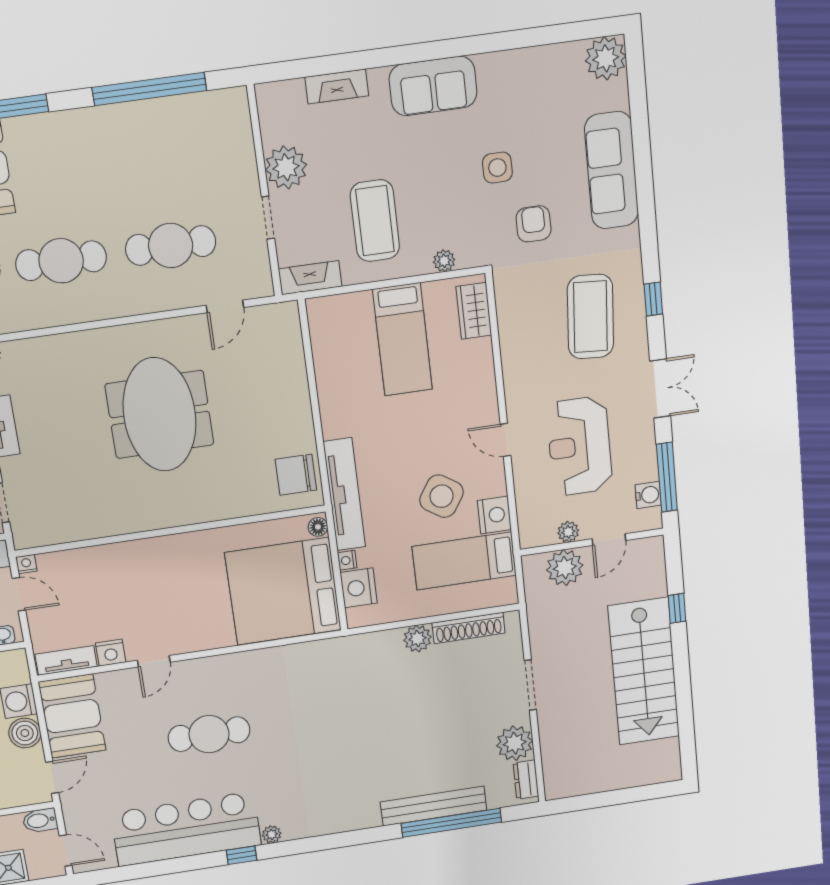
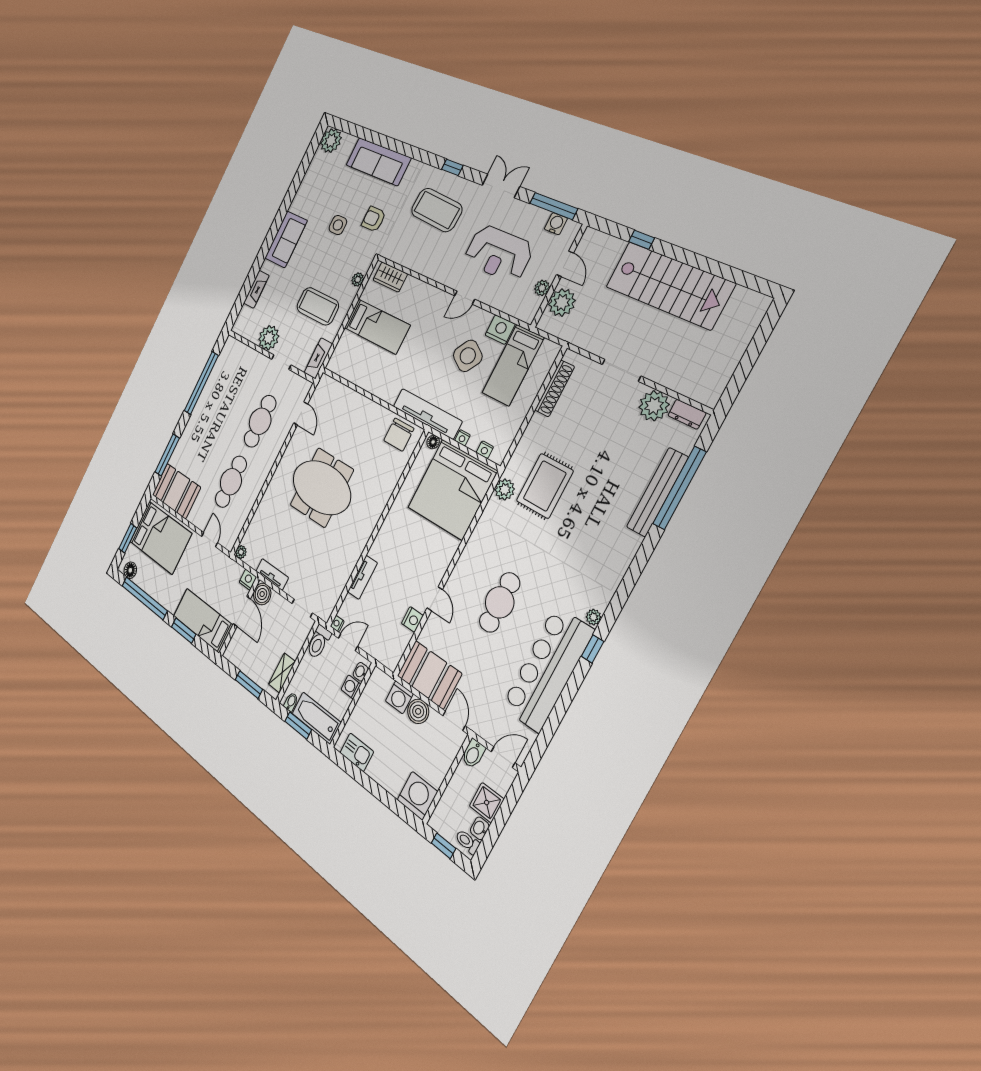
nightstand: (359, 588) -> (485, 450), width x0.53, depth x0.56
plant: (418, 639) -> (505, 490), moved
tv unit: (66, 660) -> (362, 577), moved, turned 180
rug: (361, 693) -> (545, 486), added

